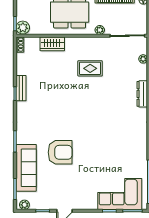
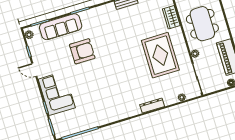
rug: (90, 68) -> (160, 55), width x1.86, depth x2.06
armchair: (60, 152) -> (82, 51), turned -90
corner sofa: (120, 194) -> (57, 93), moved

